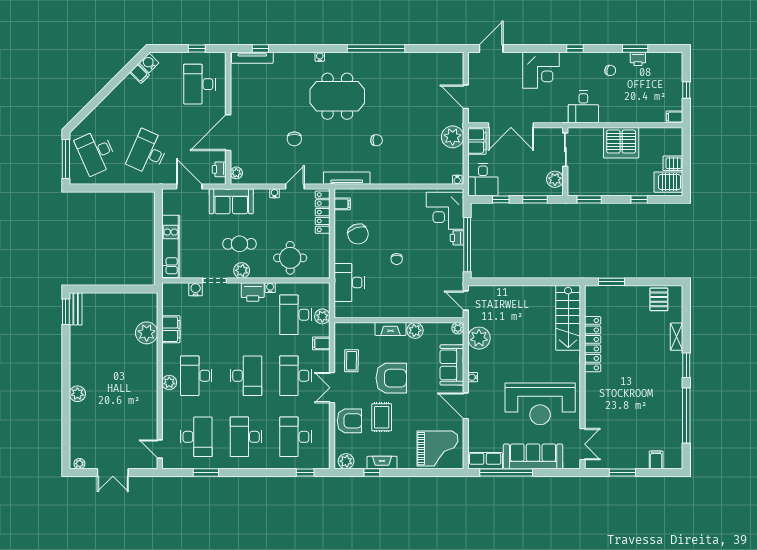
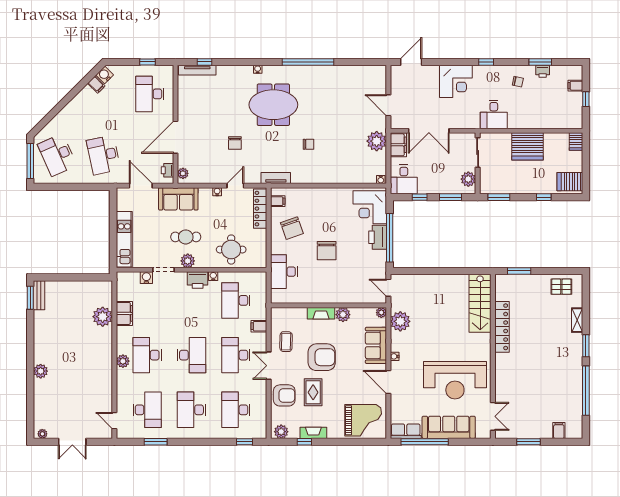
filing cabinet: (675, 117) -> (575, 86), moved
desk: (148, 152) -> (104, 155), turned -36
server rack: (673, 163) -> (576, 142), moved, turned -90
tv unit: (347, 178) -> (276, 178), width x0.71
printer: (457, 238) -> (378, 237), width x1.87, depth x1.48
chair: (397, 259) -> (327, 251), width x1.87, depth x1.87
pallet: (659, 299) -> (561, 287), turned 90
plant: (322, 316) -> (260, 302), removed

